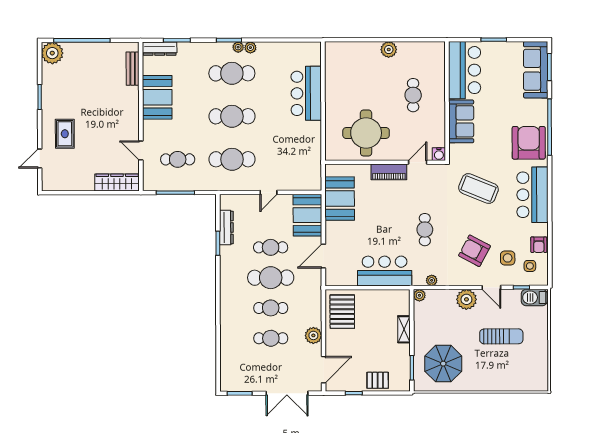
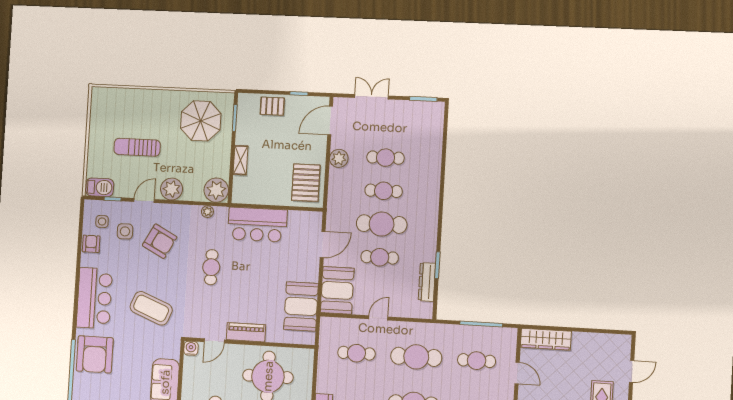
cafe table: (286, 159) -> (356, 353), added
door: (491, 287) -> (144, 201), hinge flipped
plant: (419, 295) -> (216, 190), width x1.87, depth x1.87
double door: (287, 393) -> (371, 97), width x0.73

